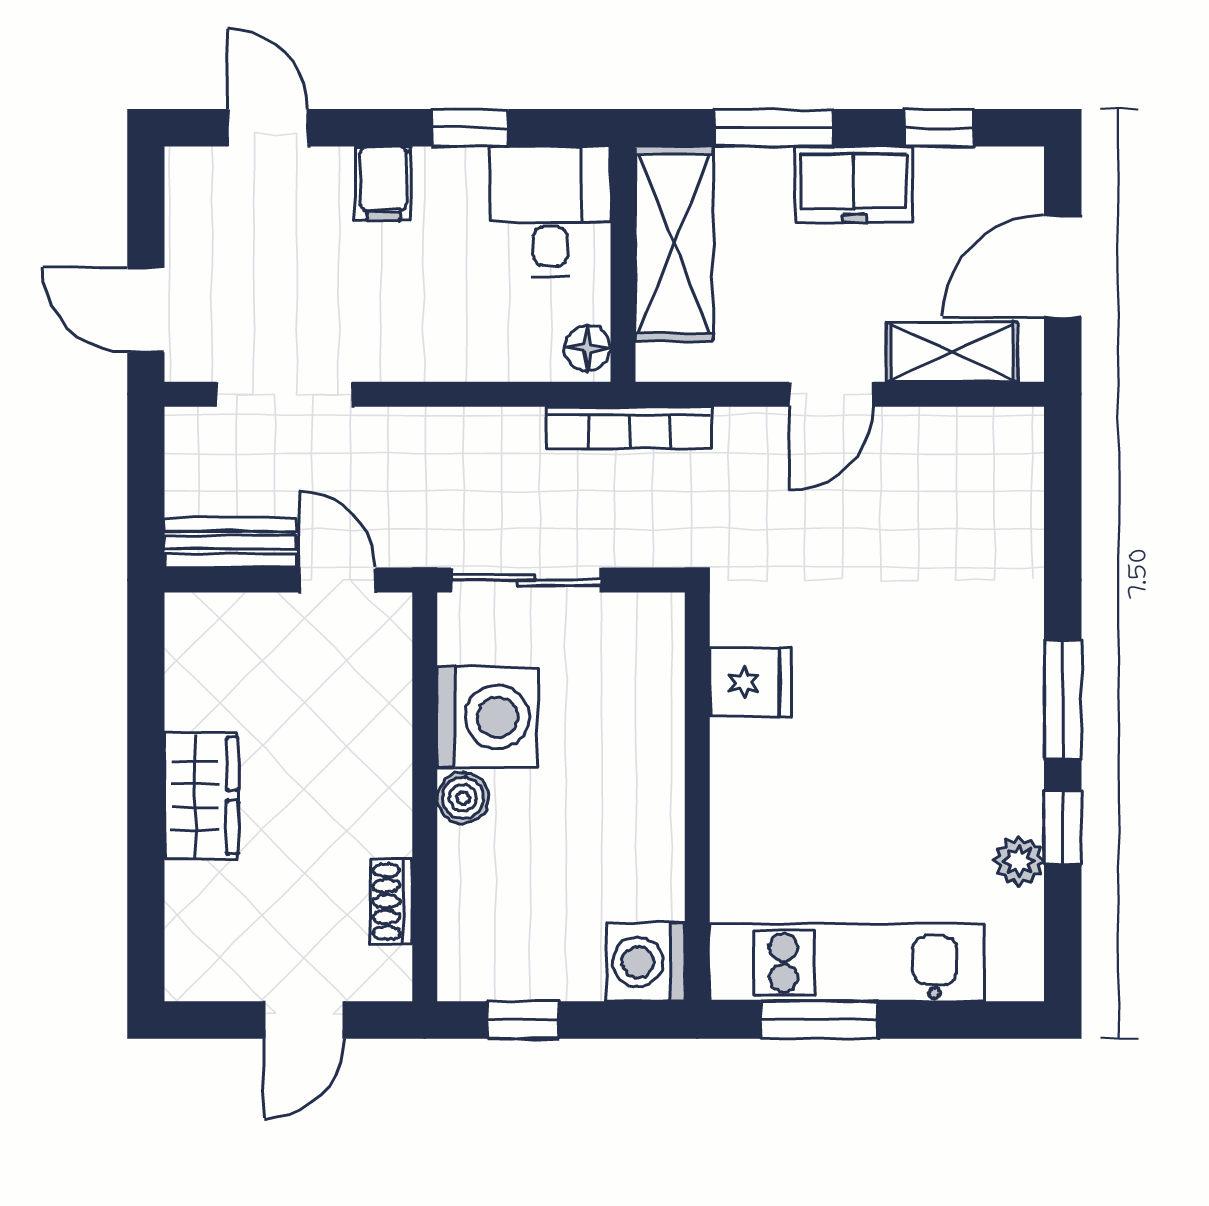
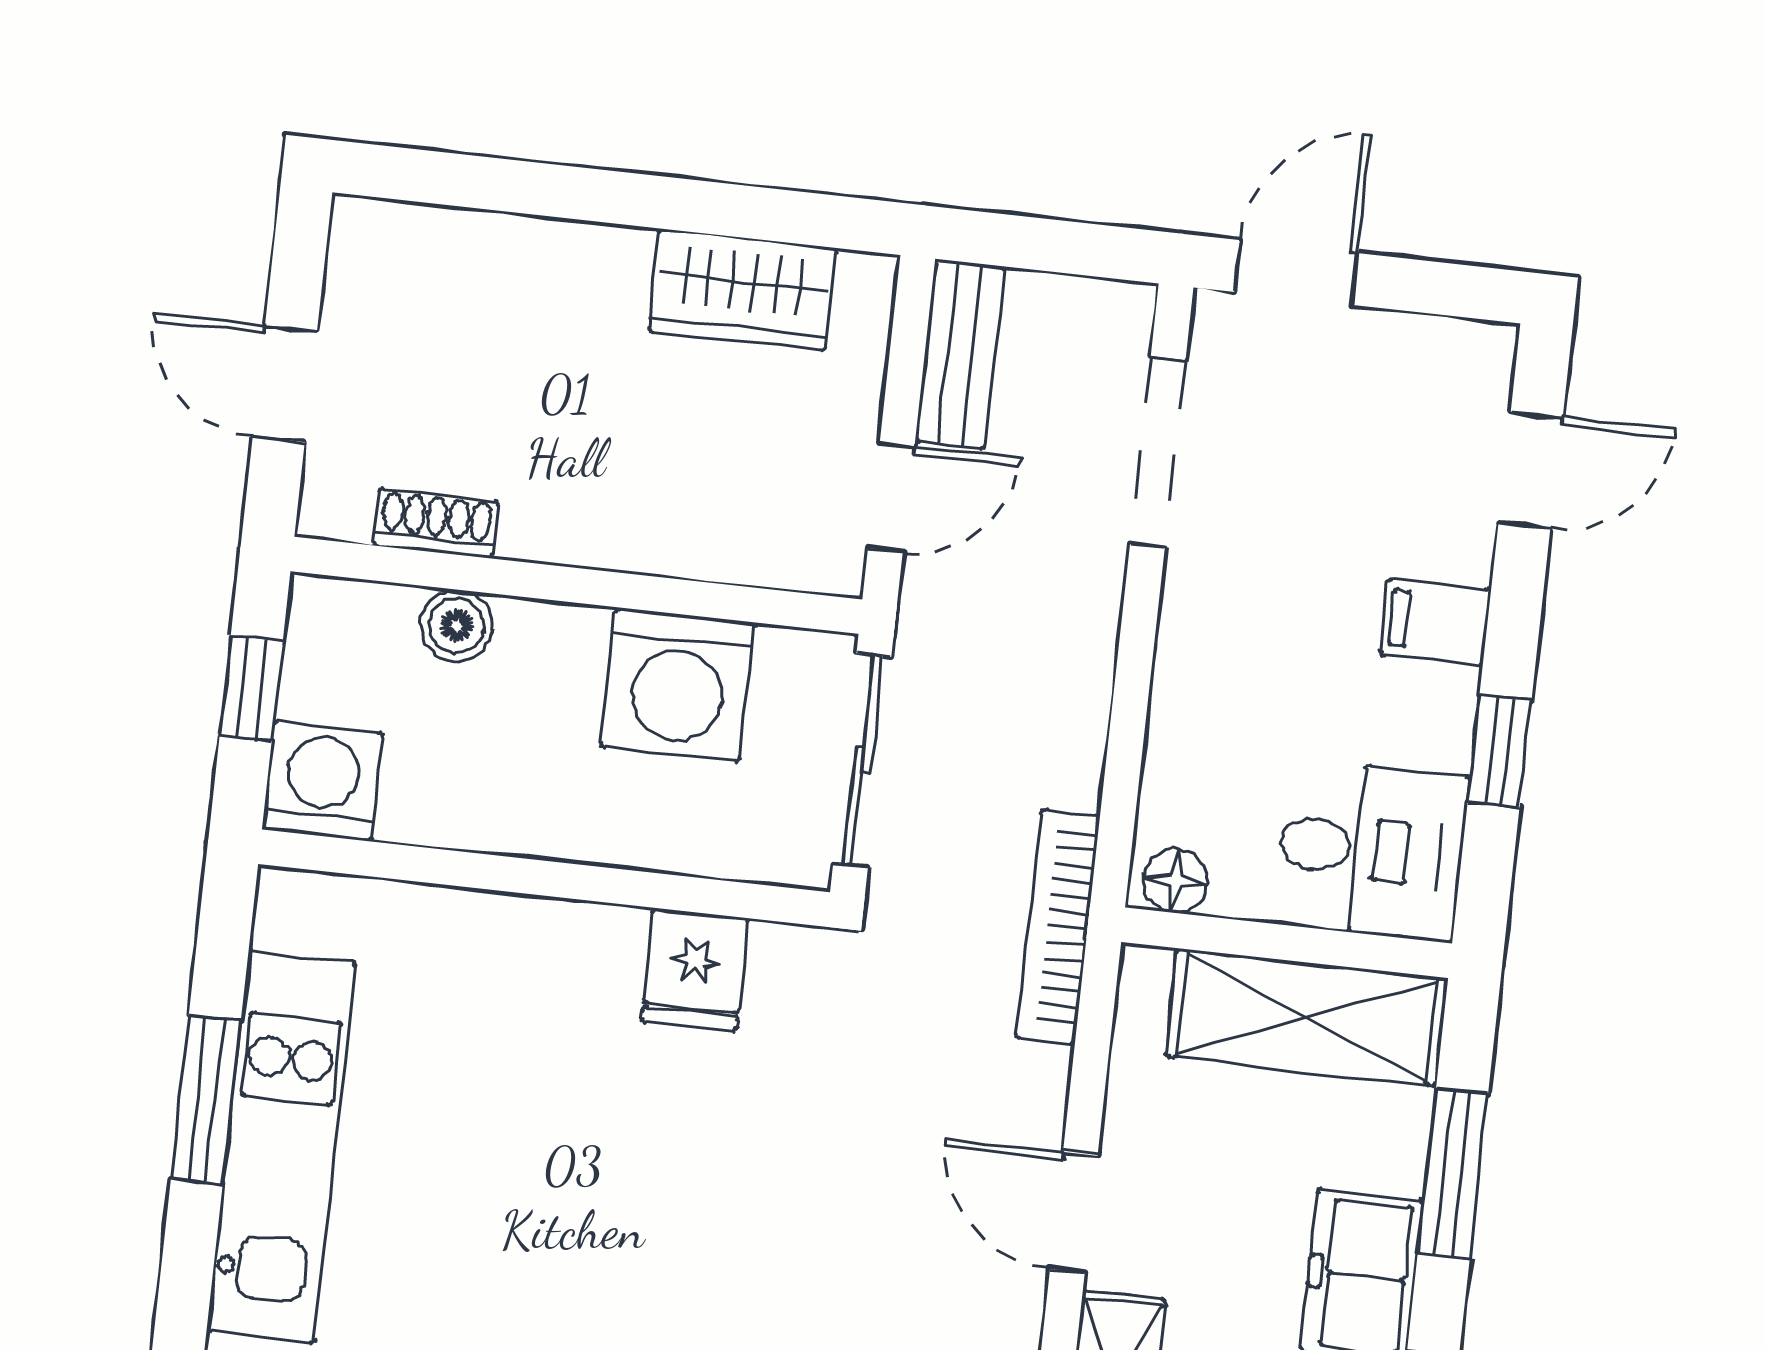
fridge: (751, 682) -> (695, 970), moved
wardrobe: (201, 796) -> (742, 290), moved
wall: (697, 797) -> (544, 878), moved
boiler: (463, 798) -> (456, 626), moved
washing machine: (646, 962) -> (322, 781), moved

